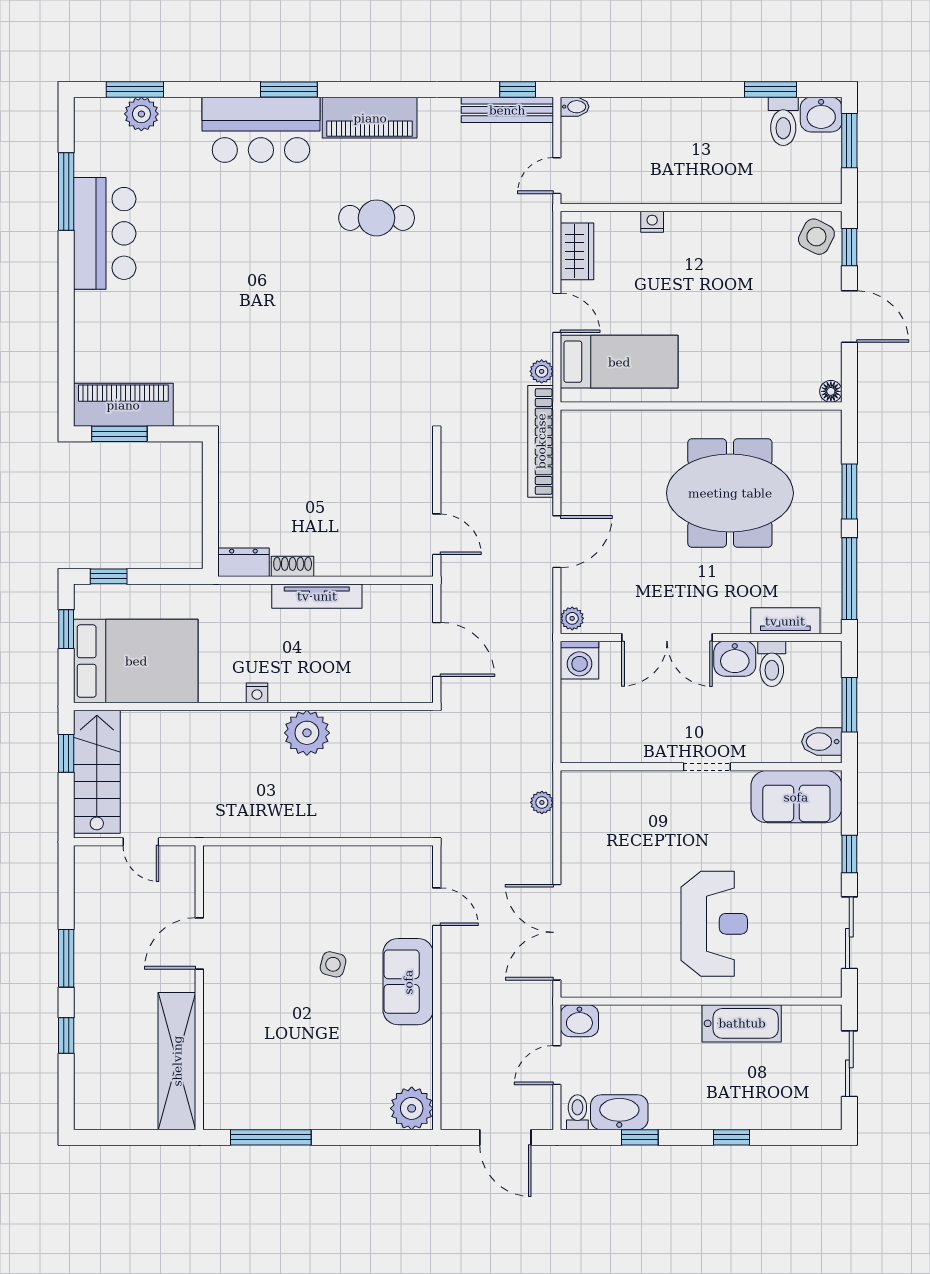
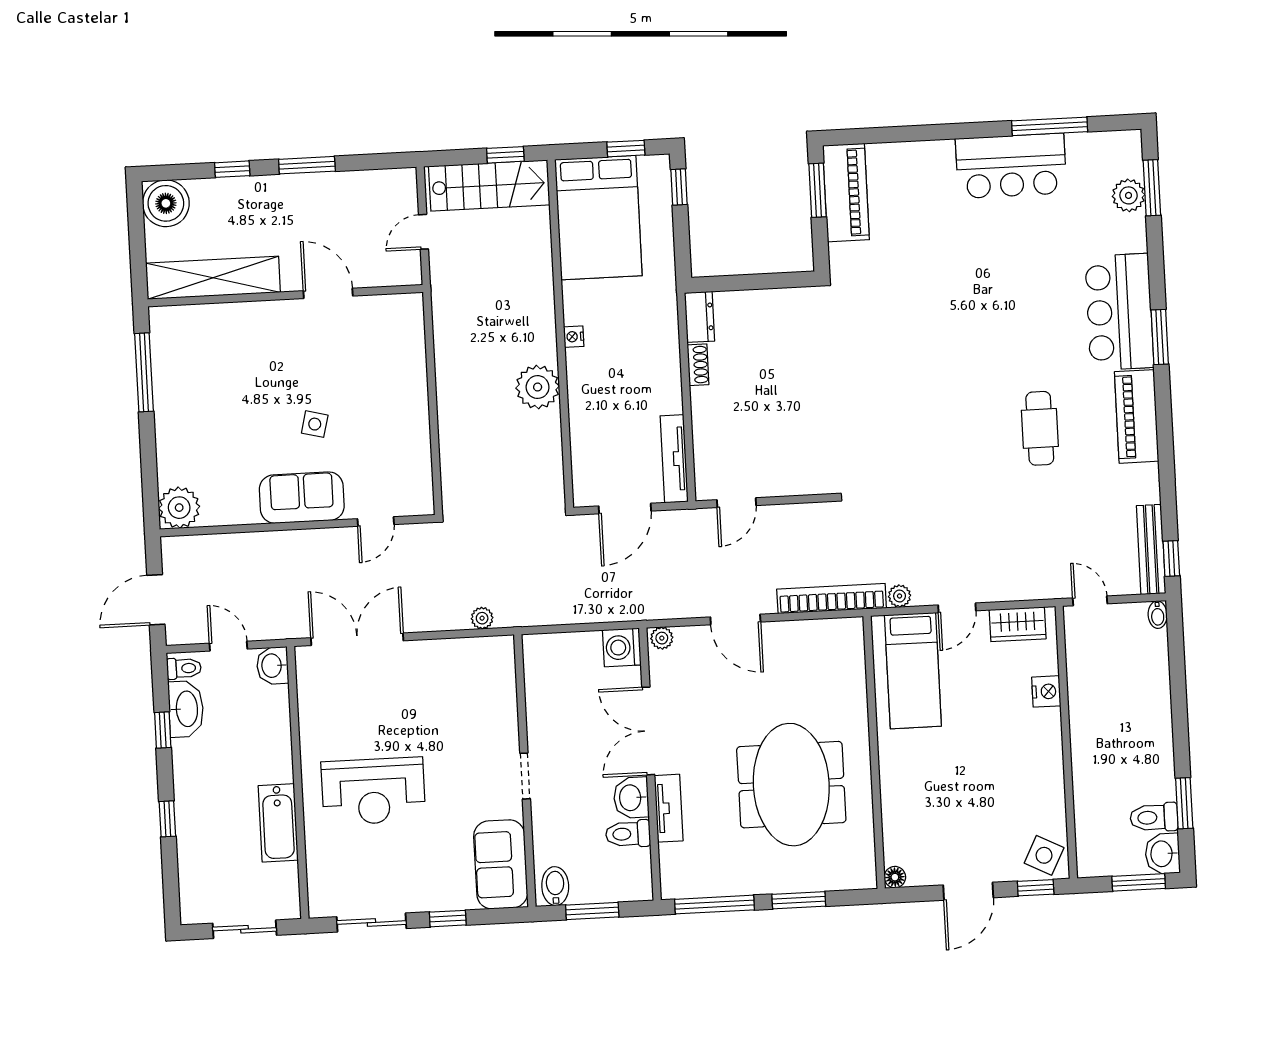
nightstand: (652, 222) -> (1046, 691), width x1.39, depth x1.35
tv unit: (317, 596) -> (674, 459), moved
tv unit: (785, 621) -> (669, 808), moved
boiler: (98, 1106) -> (166, 203), added

